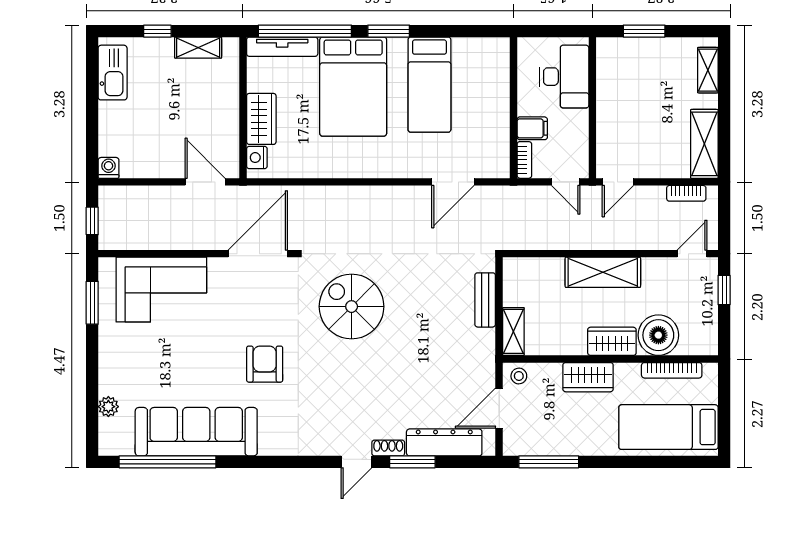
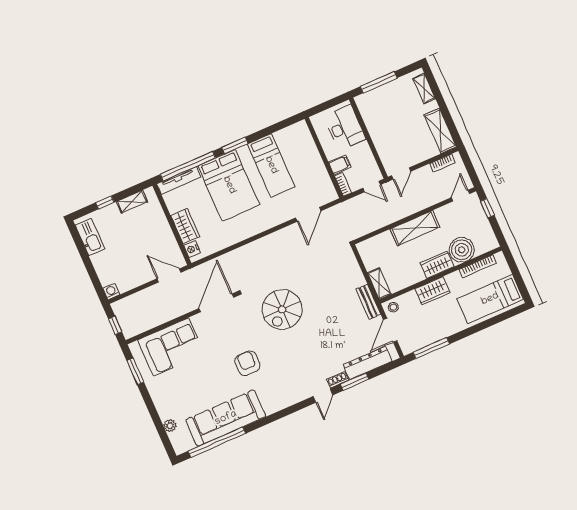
window: (644, 31) -> (379, 82), width x1.44
bench: (485, 300) -> (368, 302), moved
spiral stairs: (352, 307) -> (282, 309), turned -90

